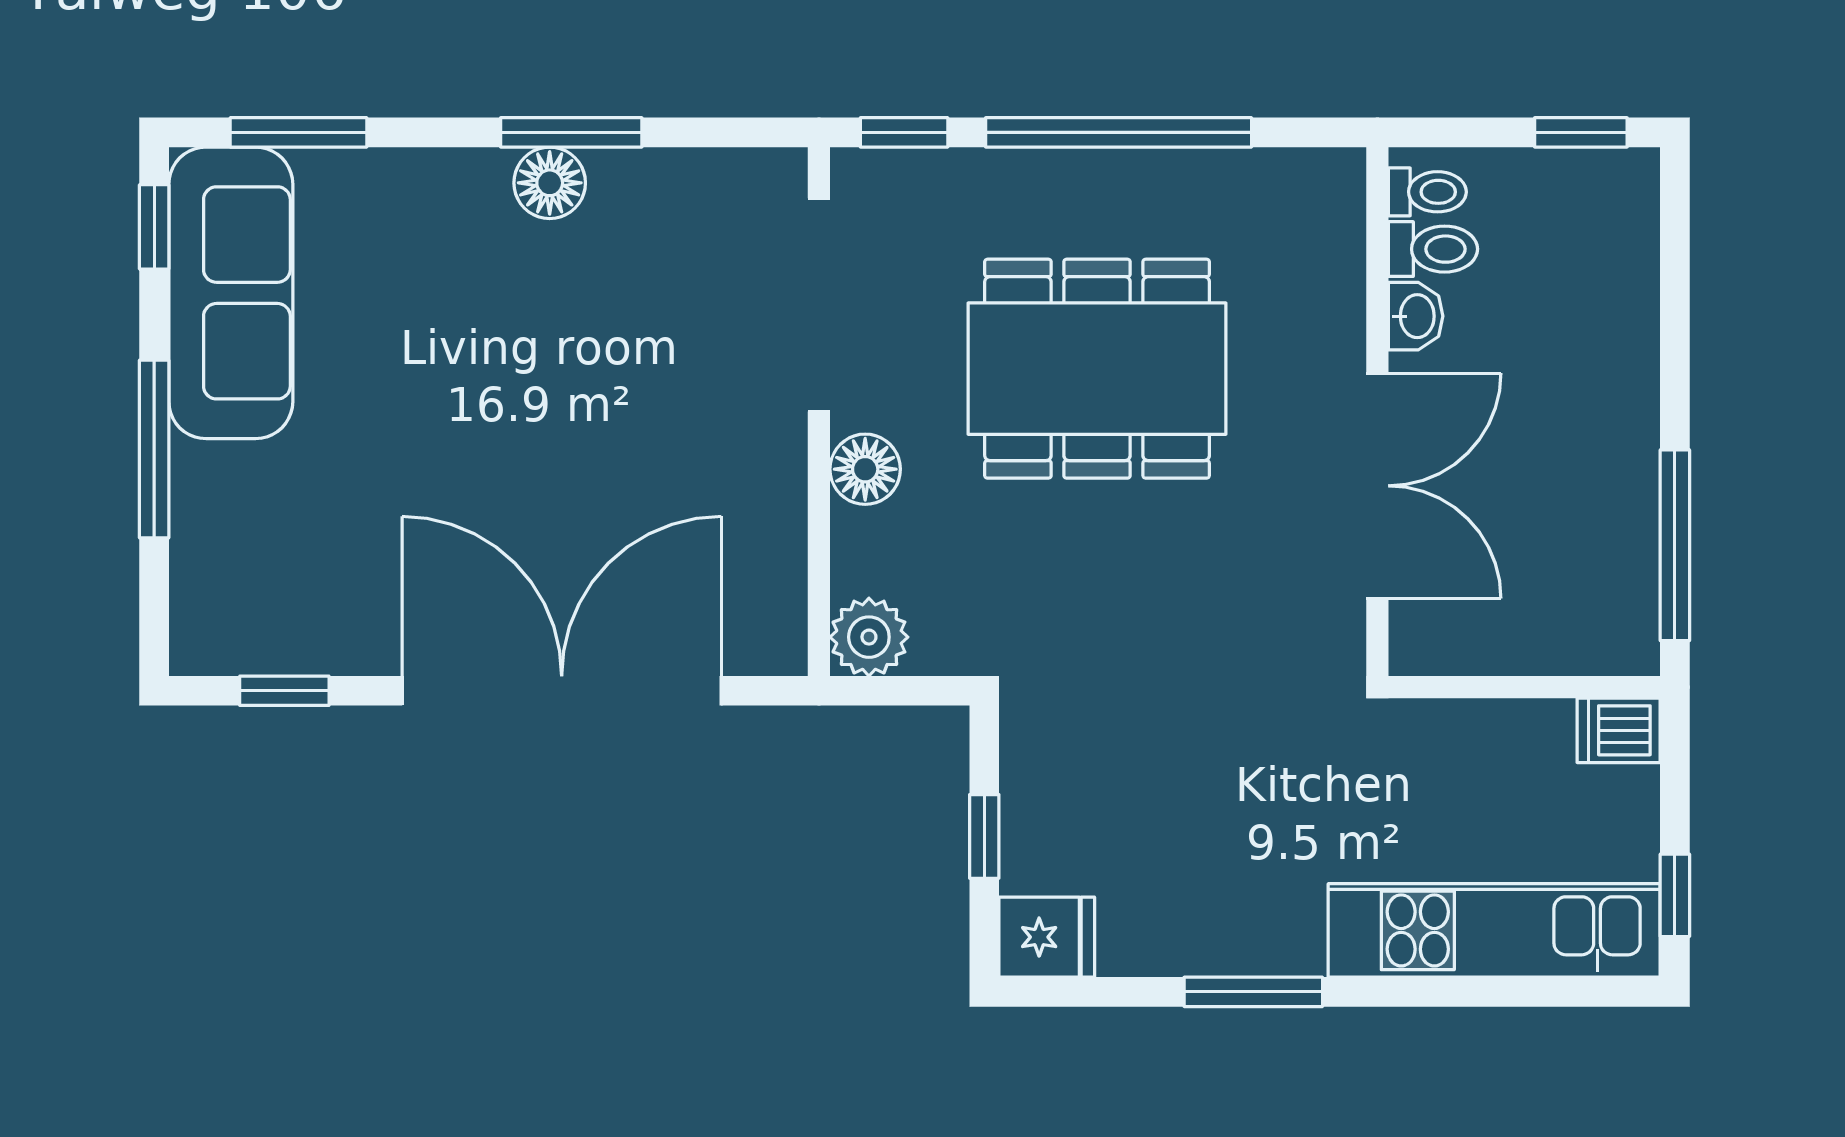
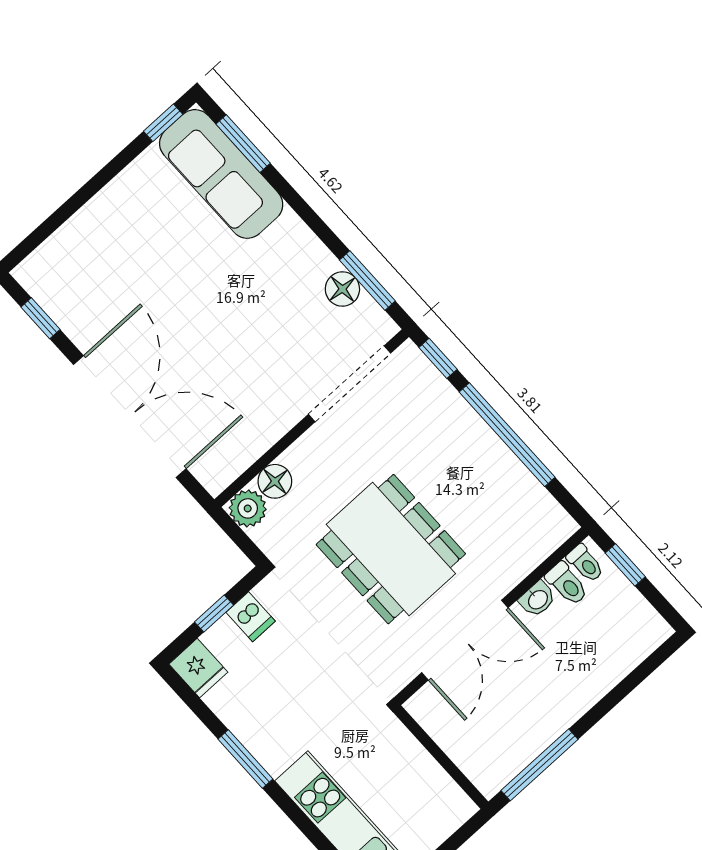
window: (571, 132) -> (367, 280), moved
window: (1581, 132) -> (625, 565), moved
floor lamp: (550, 183) -> (342, 289), moved
sofa: (231, 293) -> (221, 174), moved, turned 90
dining table: (1097, 369) -> (391, 549), moved
window: (154, 449) -> (84, 194), removed
floor lamp: (865, 469) -> (275, 481), moved
dishwasher: (1619, 730) -> (251, 617), moved, turned 180

